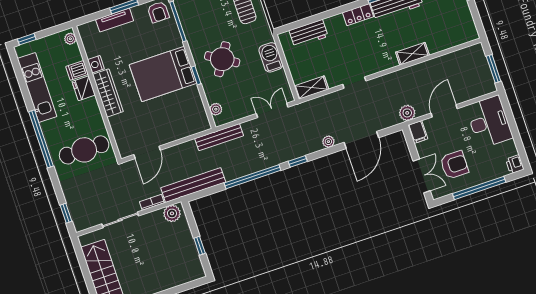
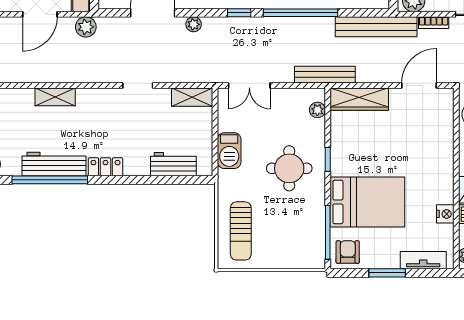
tv unit: (115, 20) -> (423, 260), moved
round table: (222, 59) -> (289, 168), turned -32
bed: (163, 74) -> (367, 202), moved
wardrobe: (108, 93) -> (359, 99), moved, turned -90

